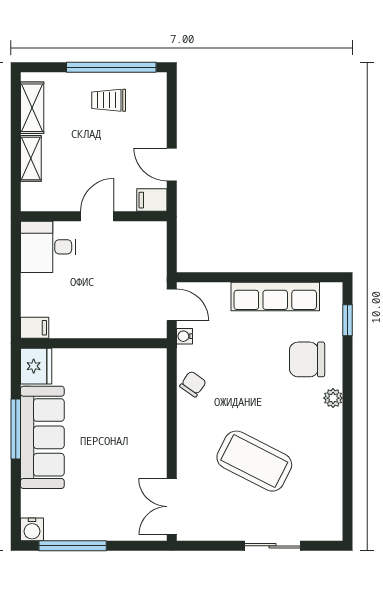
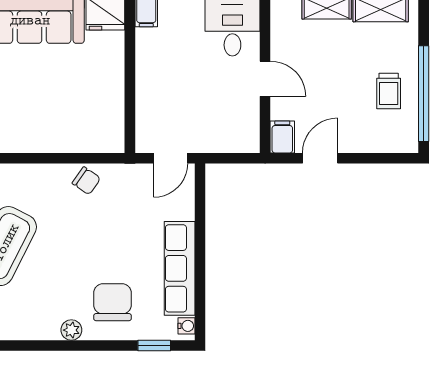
trolley: (109, 100) -> (389, 91), turned 180
water cooler: (185, 336) -> (186, 326), moved, turned 90

